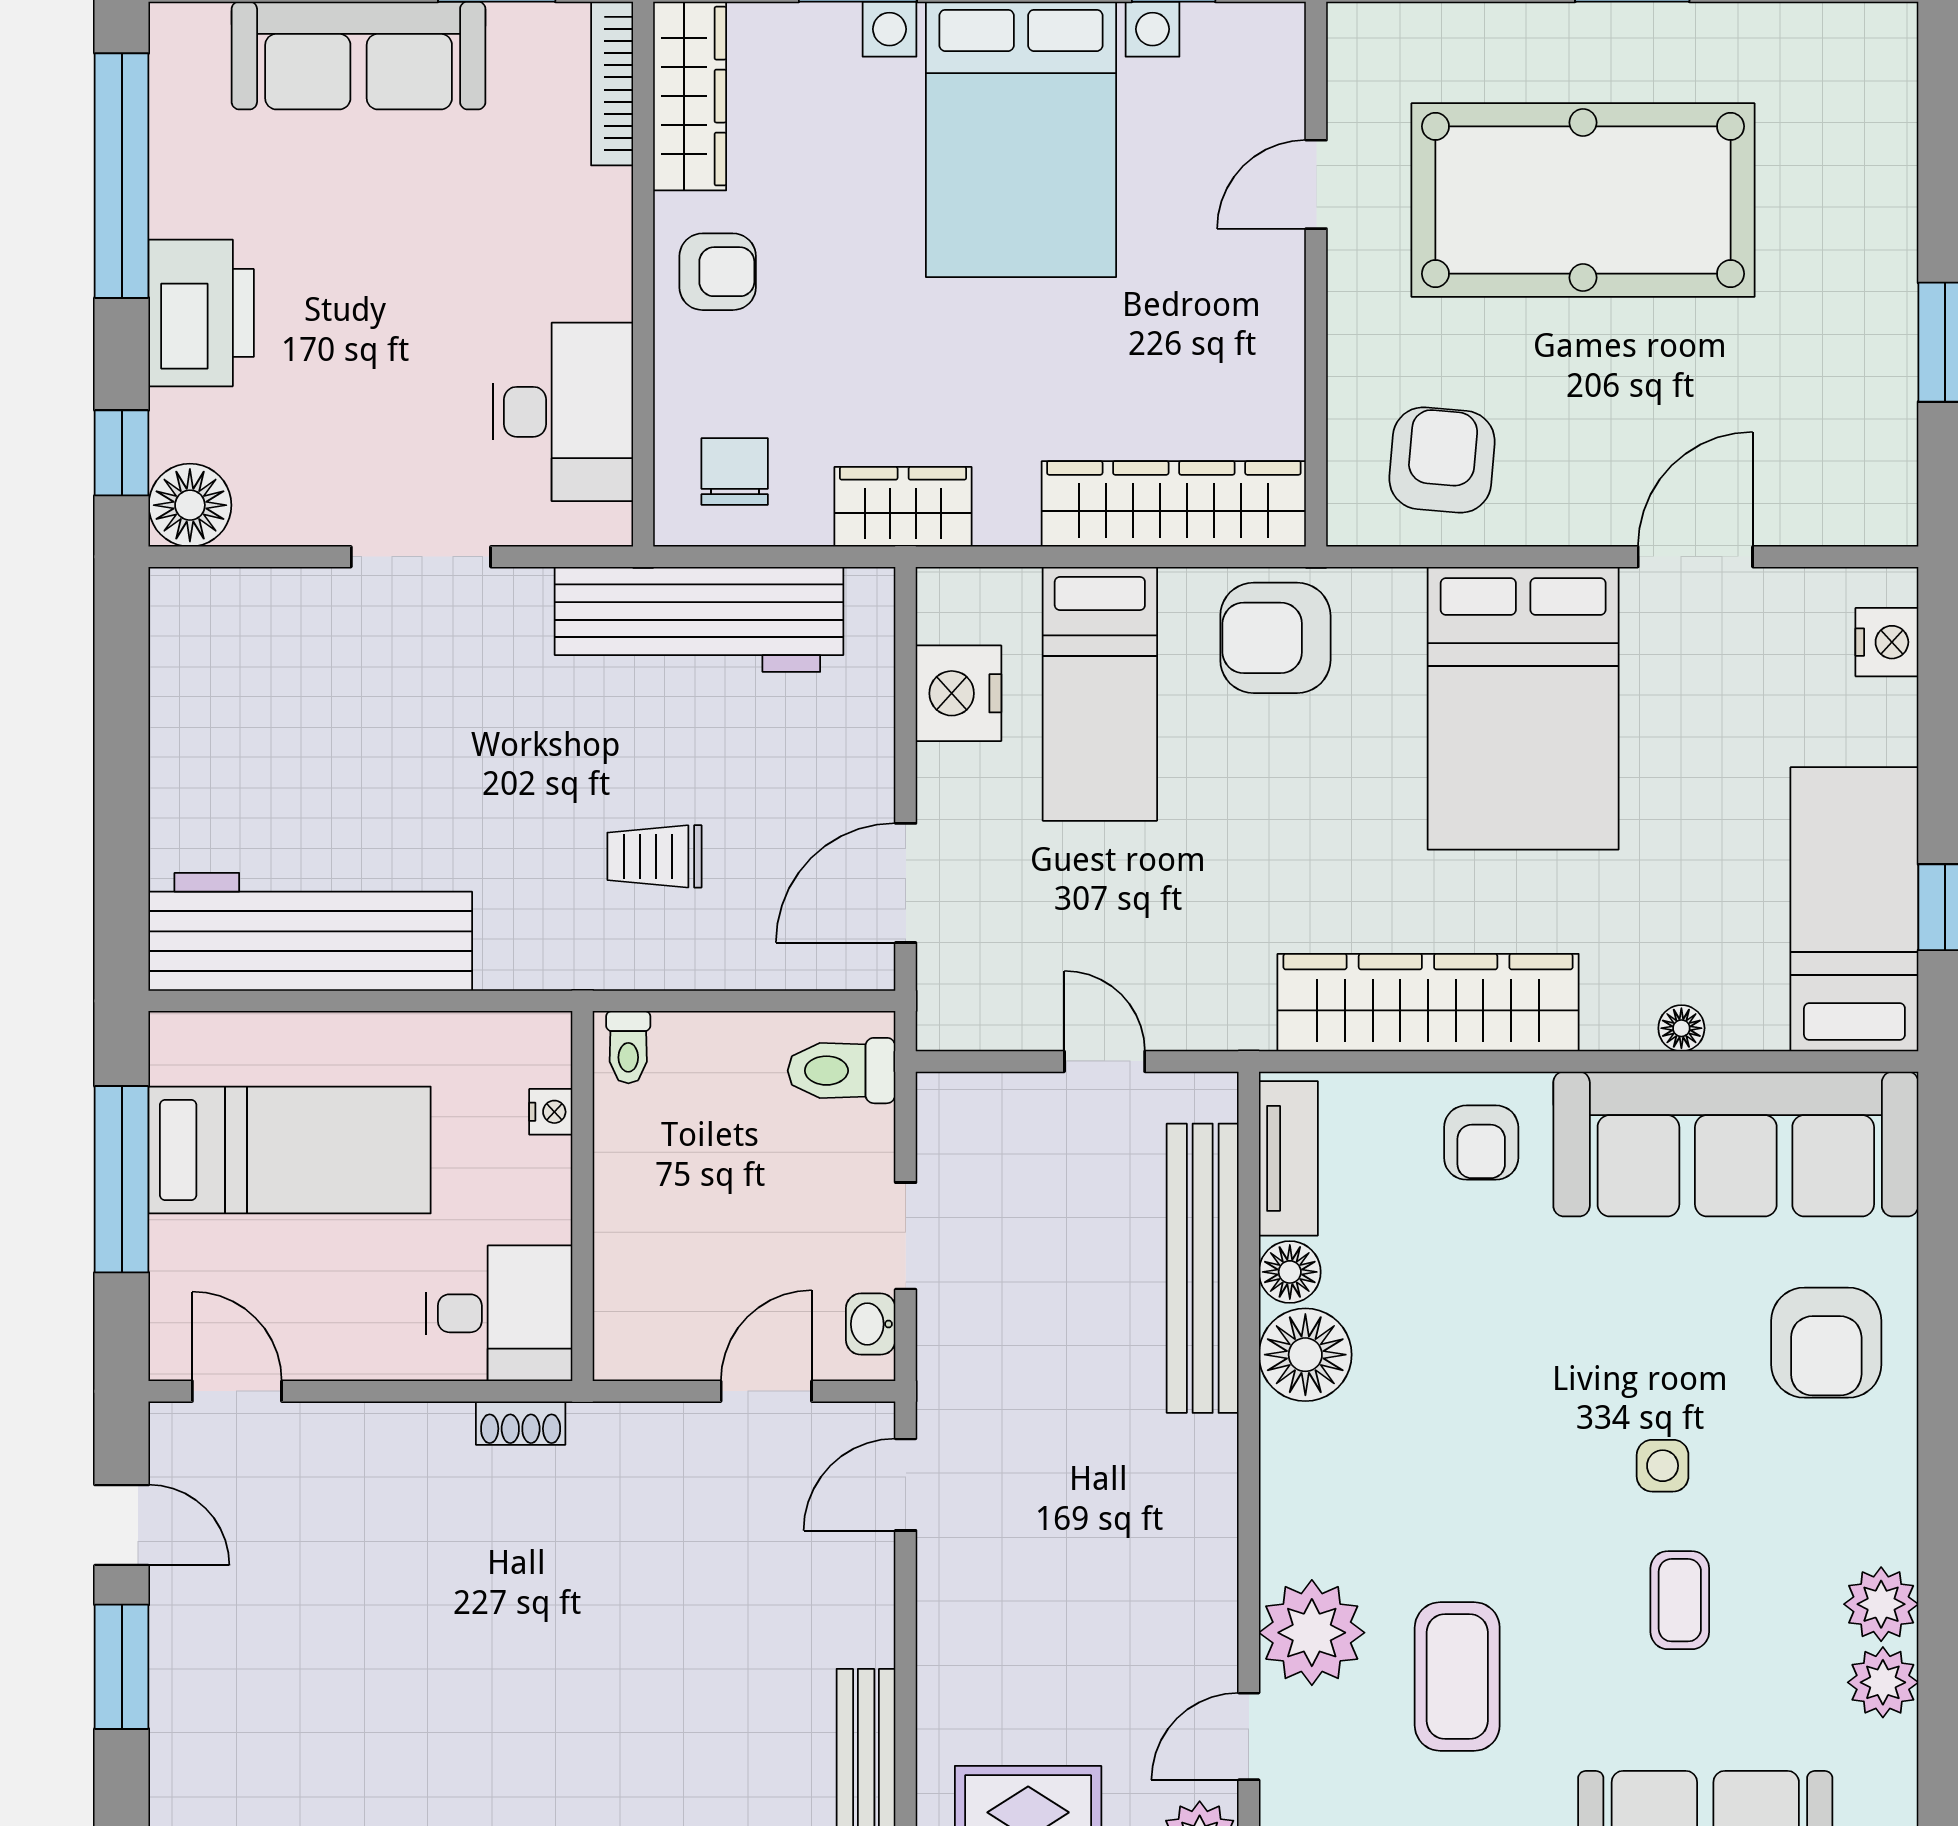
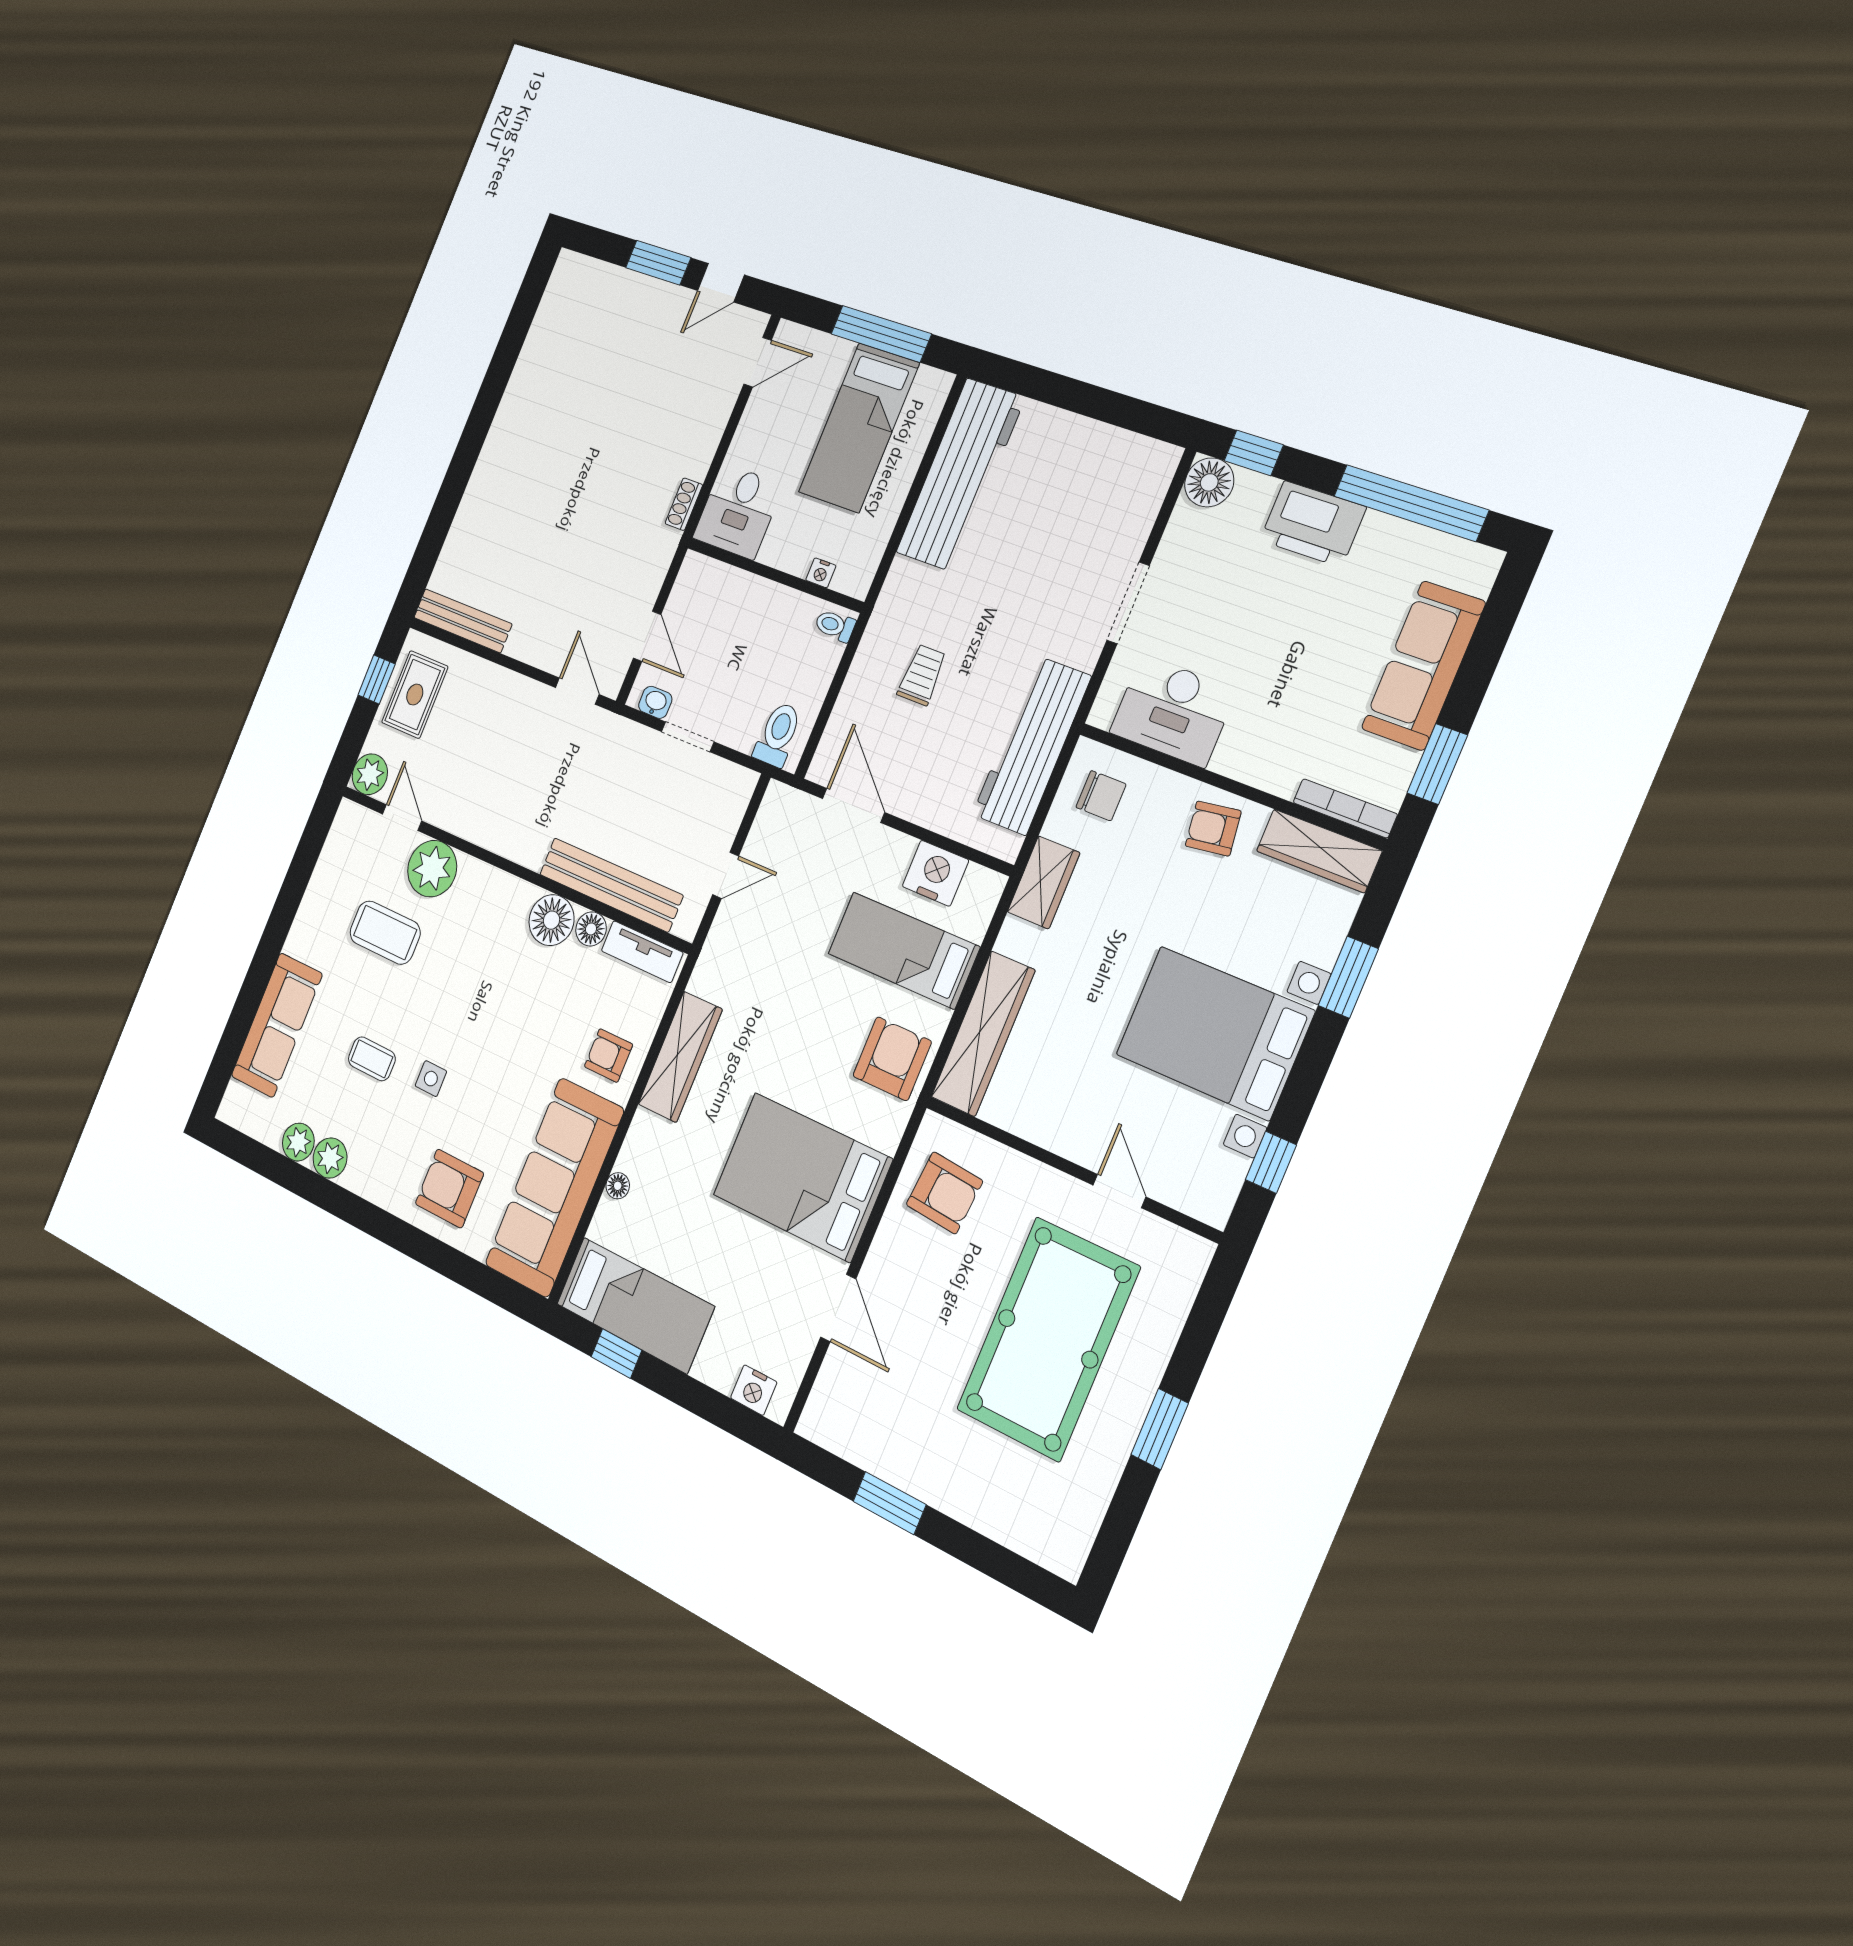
armchair: (718, 272) -> (1213, 828), turned 82
wardrobe: (1428, 1003) -> (680, 1057), width x0.71, depth x0.85

